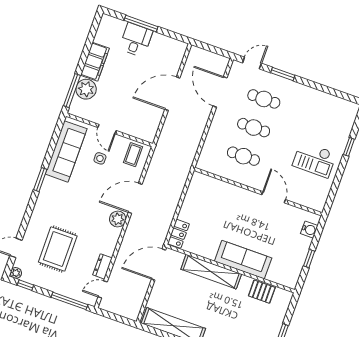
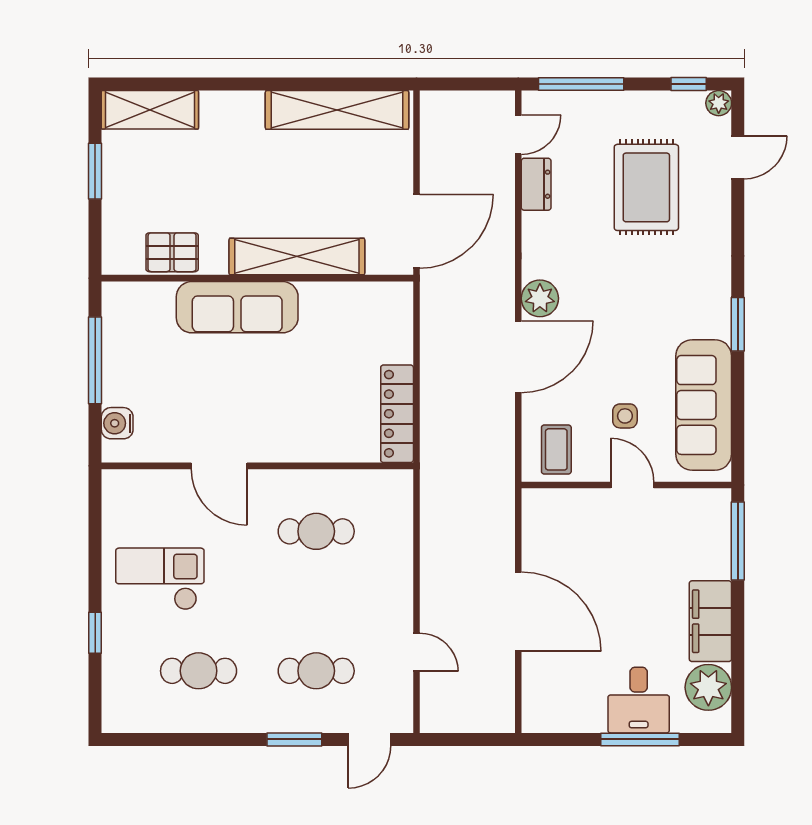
plant: (86, 89) -> (708, 687), moved
door: (220, 92) -> (416, 652), width x0.53
door: (172, 94) -> (518, 612), hinge flipped
cafe table: (254, 128) -> (199, 671), moved
locker: (178, 234) -> (397, 414), moved, width x1.53
window: (309, 259) -> (95, 360), width x2.17

